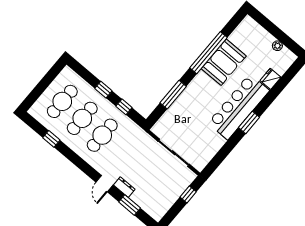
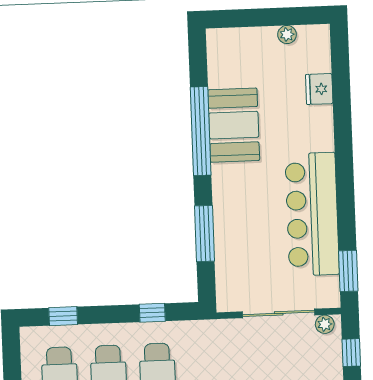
window: (103, 90) -> (63, 316), moved
bar counter: (239, 107) -> (312, 214), moved
window: (249, 122) -> (348, 271), moved
plant: (188, 174) -> (325, 324), added

